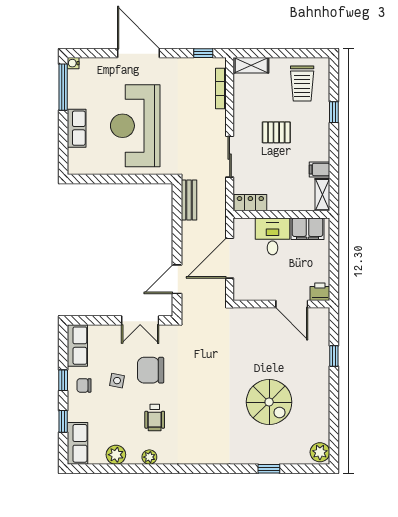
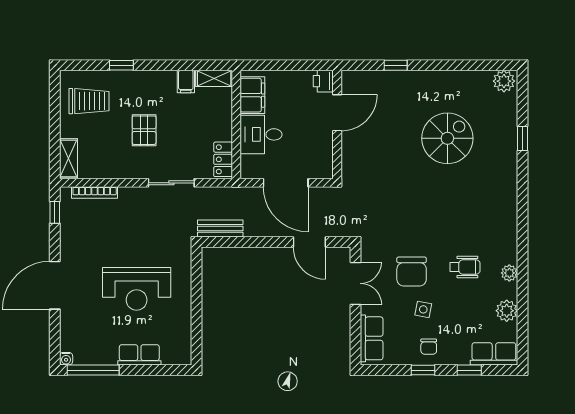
reception desk: (135, 126) -> (137, 289), width x0.74, depth x0.77
row of seats: (77, 346) -> (372, 338), moved, turned 90

